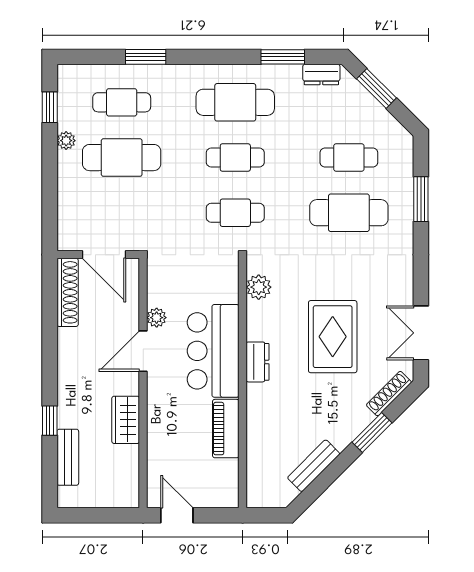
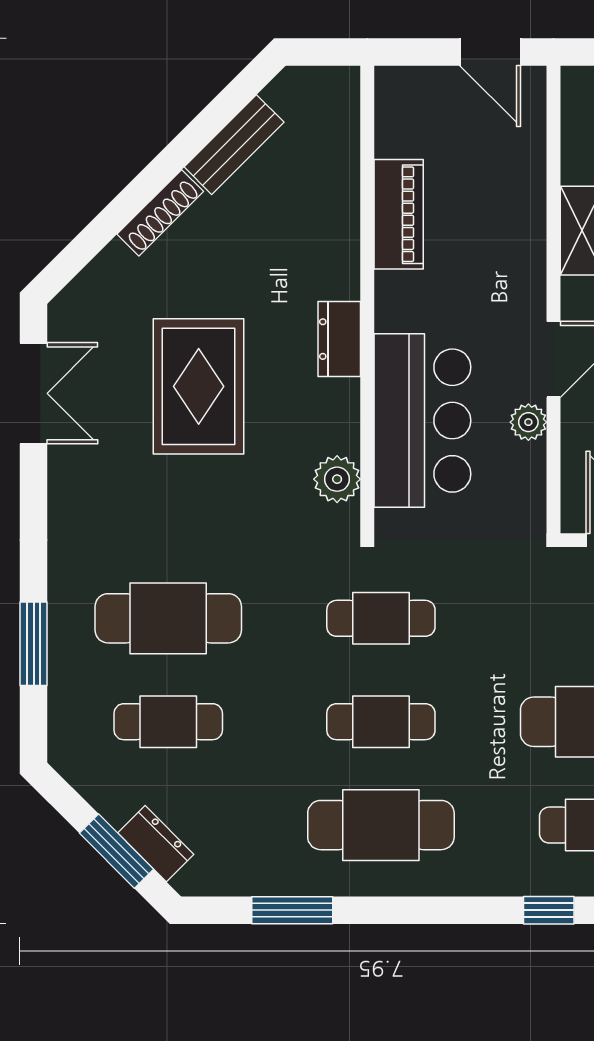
window: (146, 57) -> (549, 910), width x0.67
dresser: (321, 75) -> (156, 844), moved, turned 45
bar counter: (213, 351) -> (422, 421), moved
shoe rack: (389, 394) -> (160, 213), moved
window: (372, 432) -> (125, 207), removed

